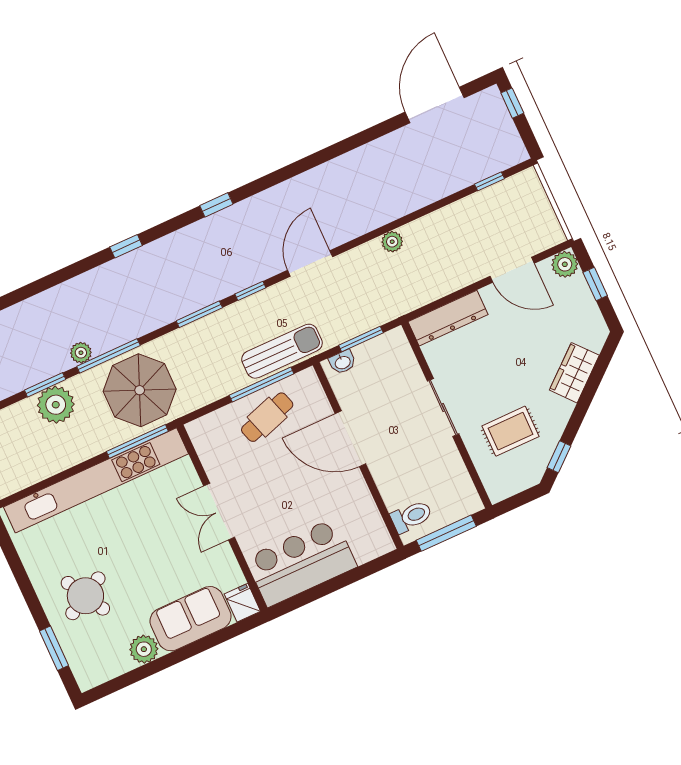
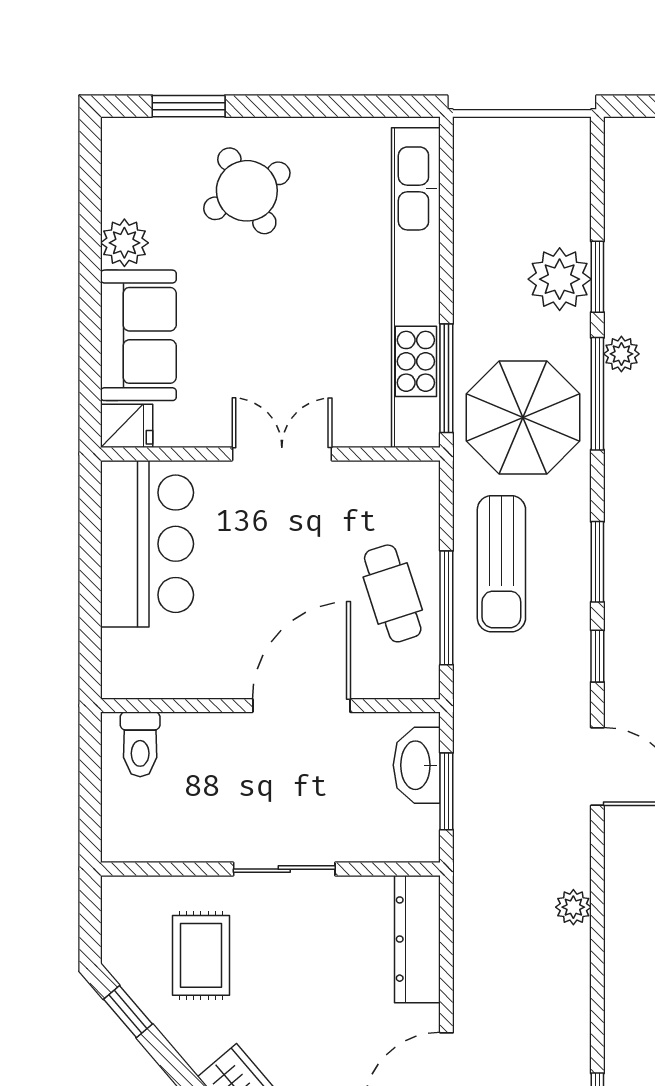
sun lounger: (282, 351) -> (501, 564), moved
washbasin: (342, 362) -> (417, 765), width x1.91, depth x1.45
window: (446, 533) -> (90, 786), removed

